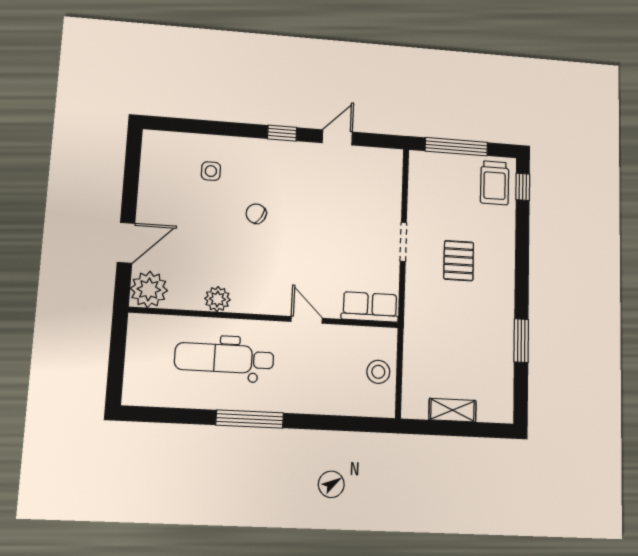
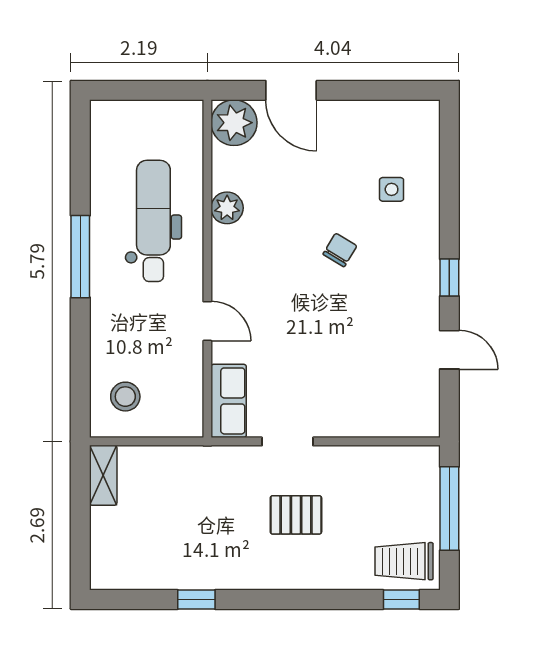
doorway: (403, 242) -> (287, 441), moved
door: (307, 320) -> (207, 321), hinge flipped
window: (521, 341) -> (196, 599), width x0.67
stool: (378, 372) -> (125, 397), moved
shelving: (452, 410) -> (103, 475), moved

